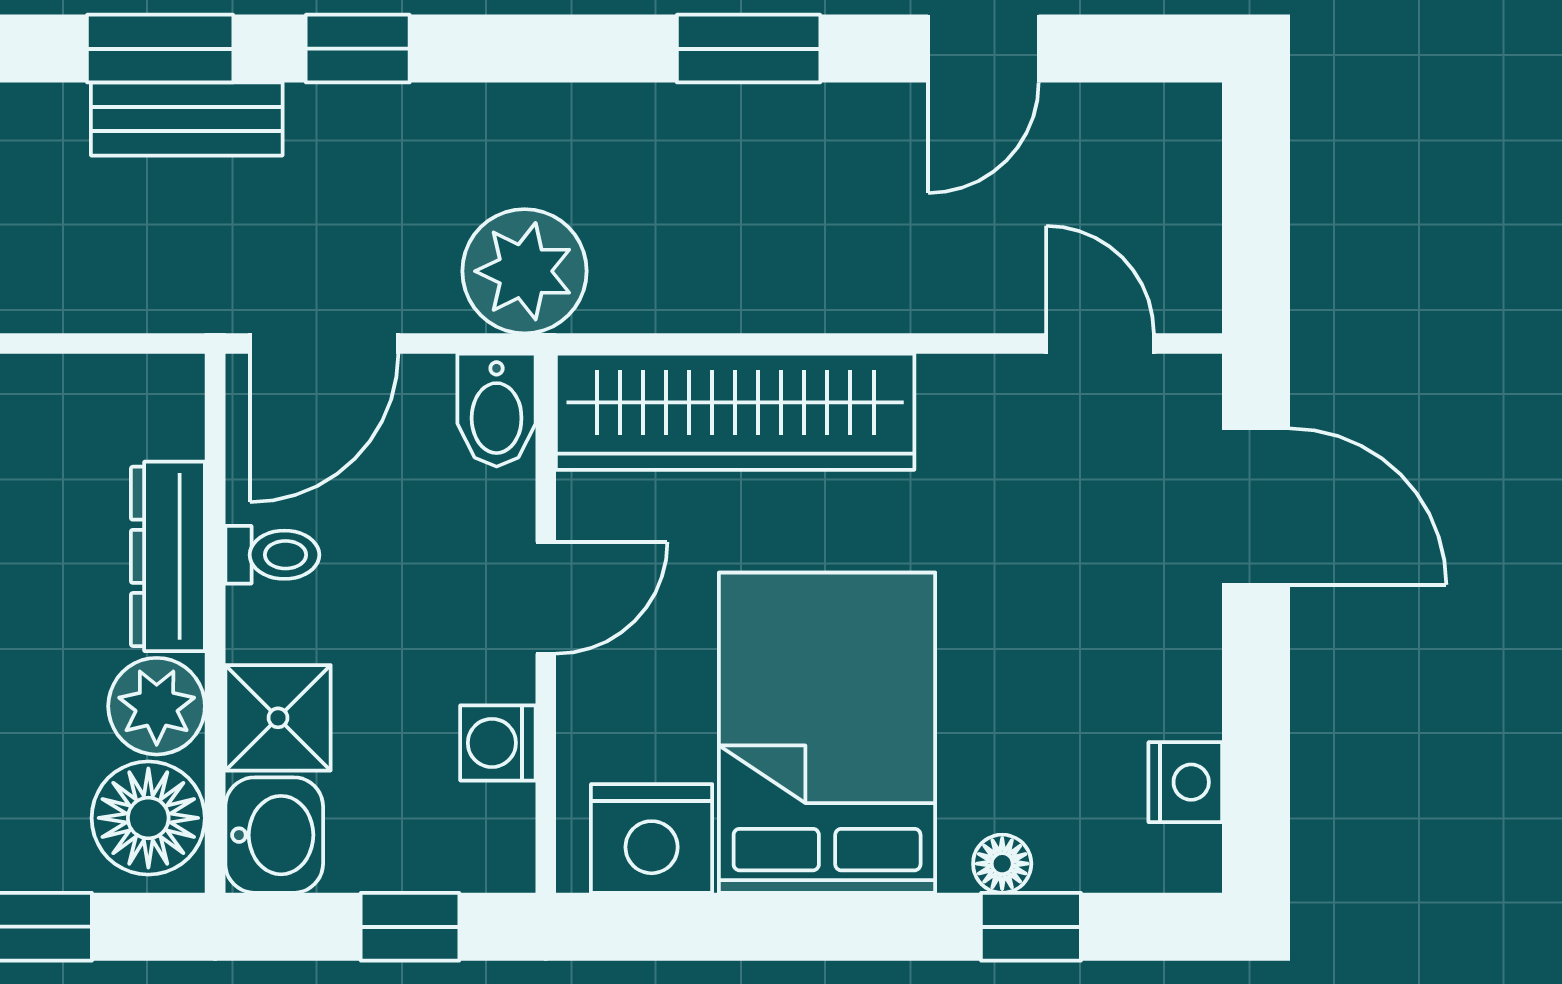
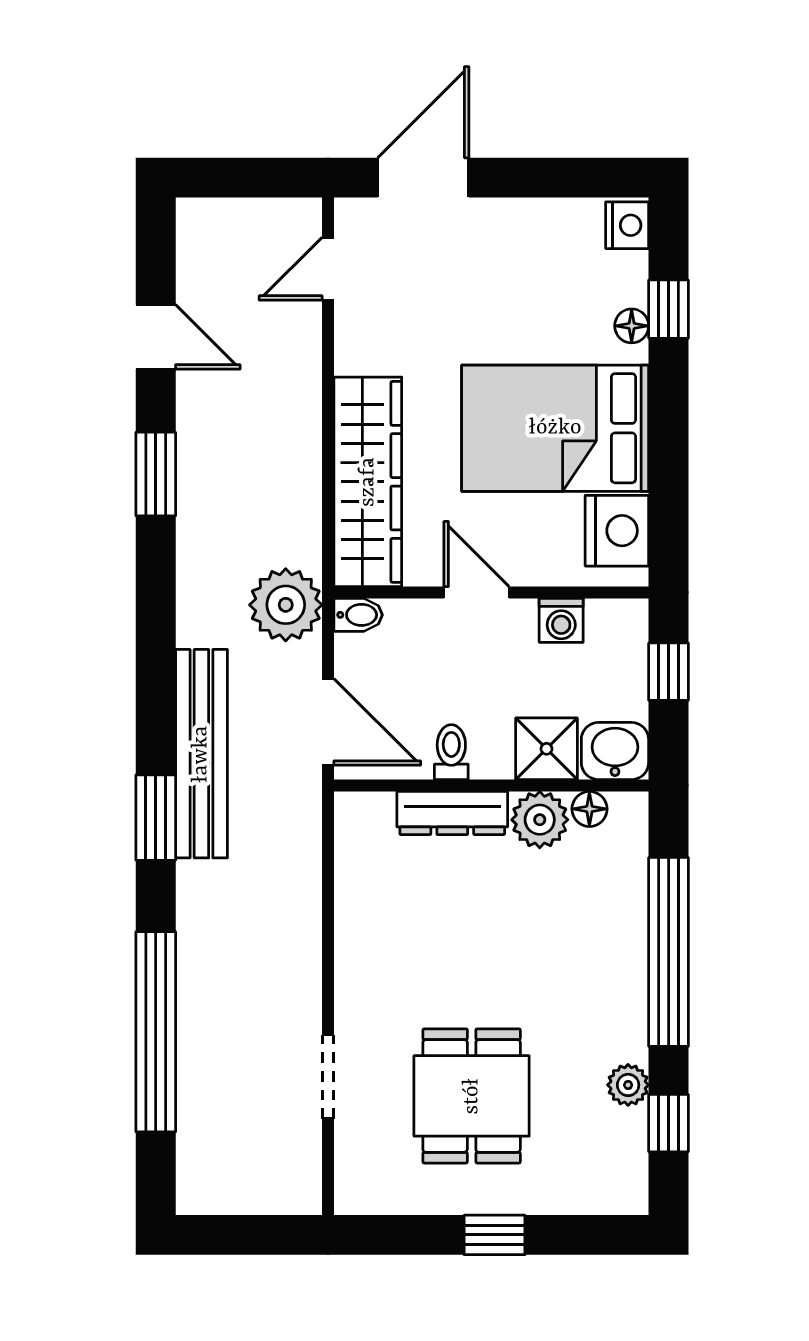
window: (358, 49) -> (156, 702), removed
bench: (187, 119) -> (201, 754), width x1.86, depth x1.21
bidet: (497, 410) -> (358, 615), width x0.72, depth x0.74
nightstand: (1185, 782) -> (627, 225), moved, turned 90
floor lamp: (148, 818) -> (589, 809), width x0.53, depth x0.53

